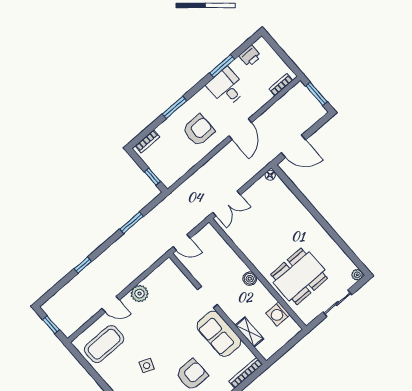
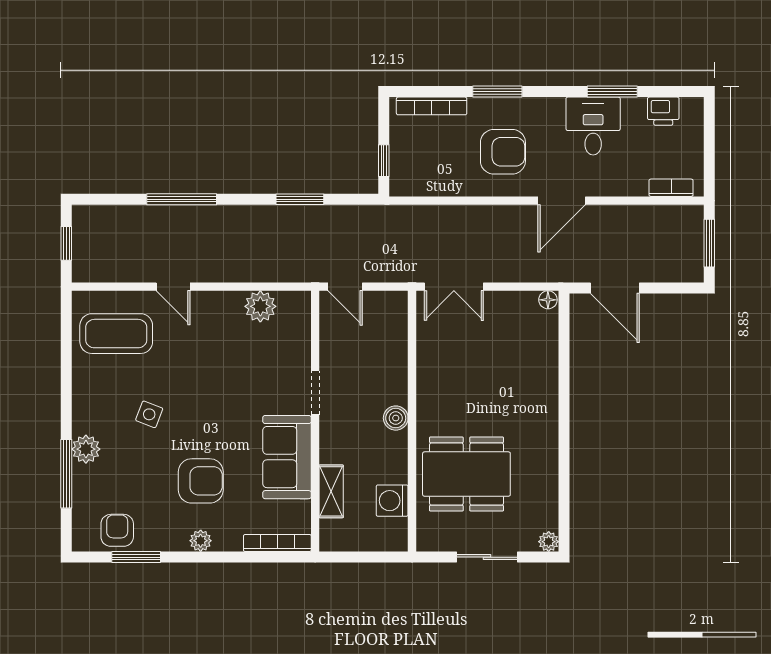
bookcase: (147, 141) -> (432, 106), width x1.56
window: (83, 265) -> (182, 199), width x2.17
plant: (140, 294) -> (260, 306), moved

